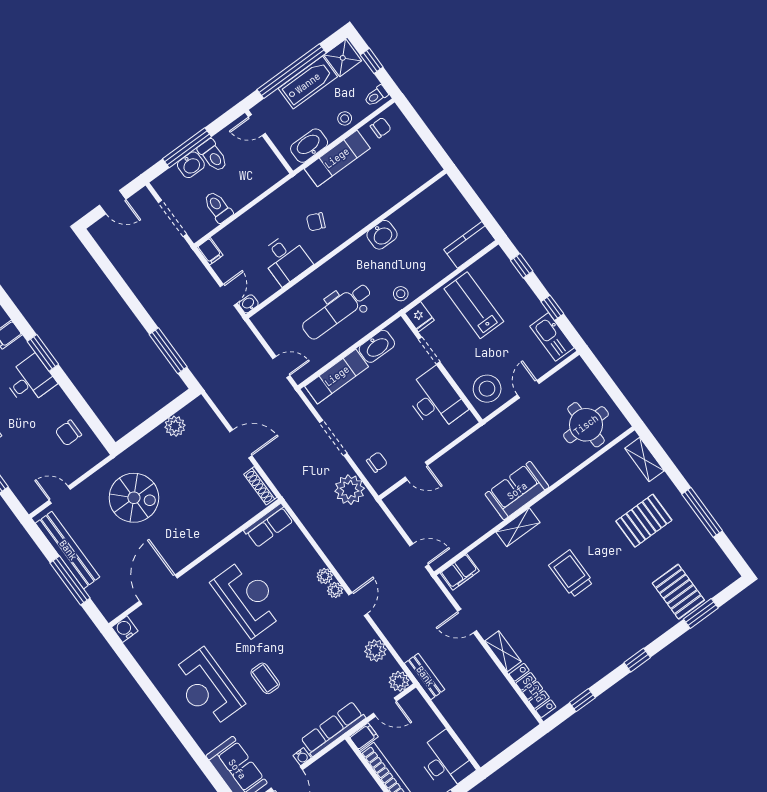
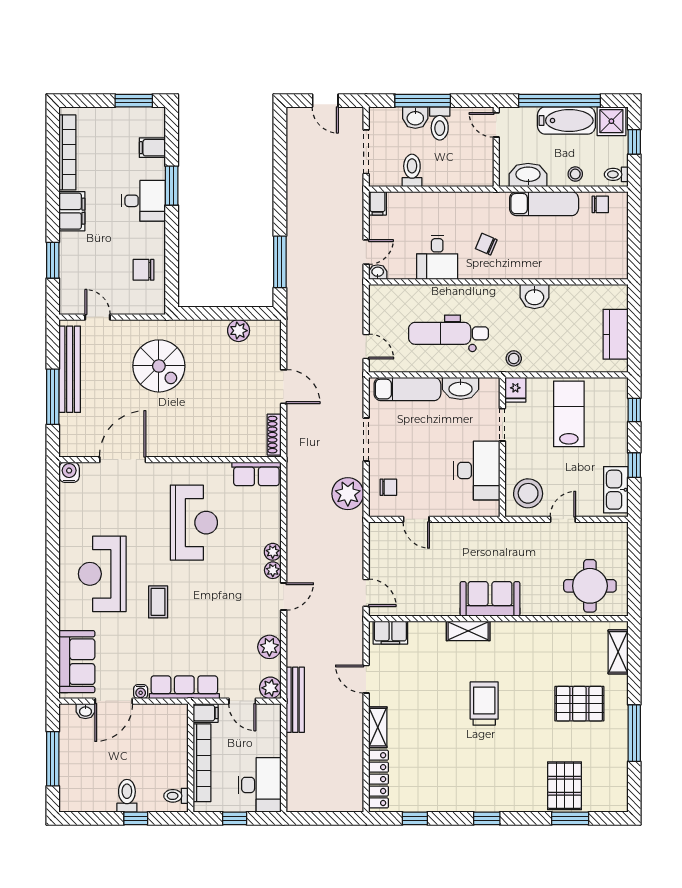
kitchen counter: (470, 245) -> (616, 334), moved, turned -90
bench: (425, 676) -> (295, 700), width x1.36

